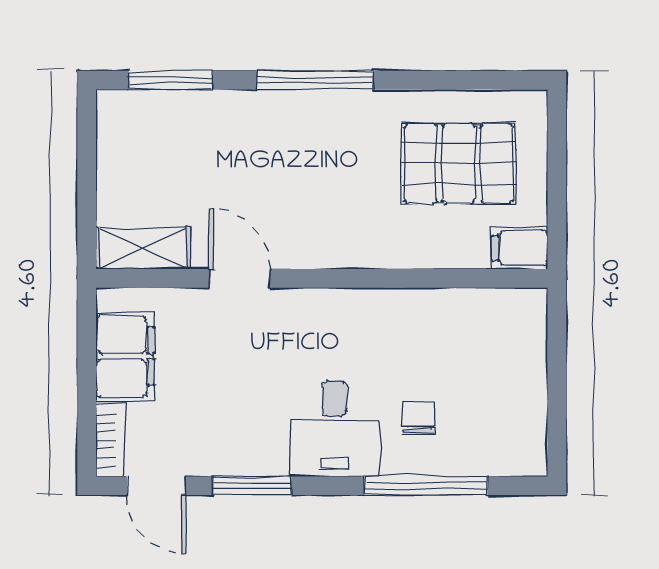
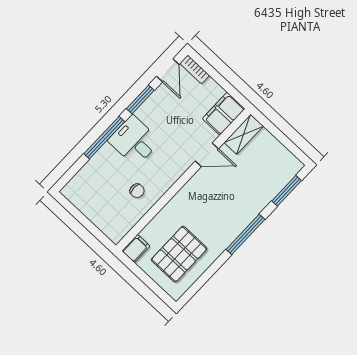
filing cabinet: (125, 356) -> (224, 114), moved, turned 90
chair: (419, 418) -> (137, 191), moved
door: (156, 486) -> (168, 70), swing flipped
window: (426, 486) -> (104, 138), moved

